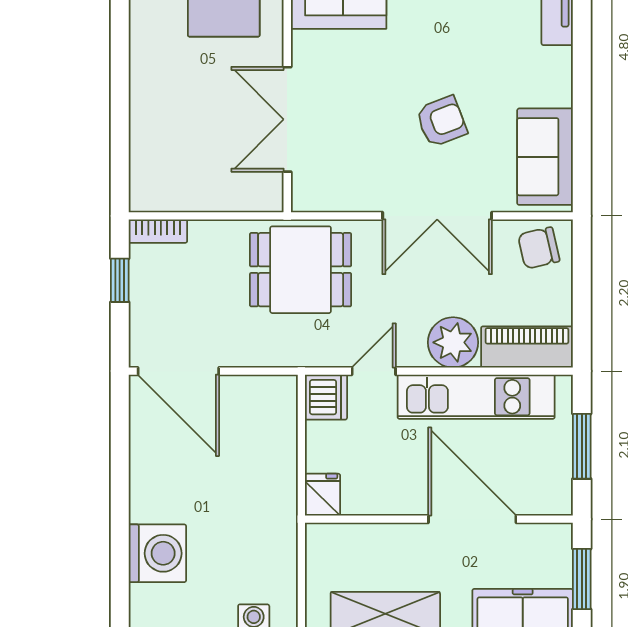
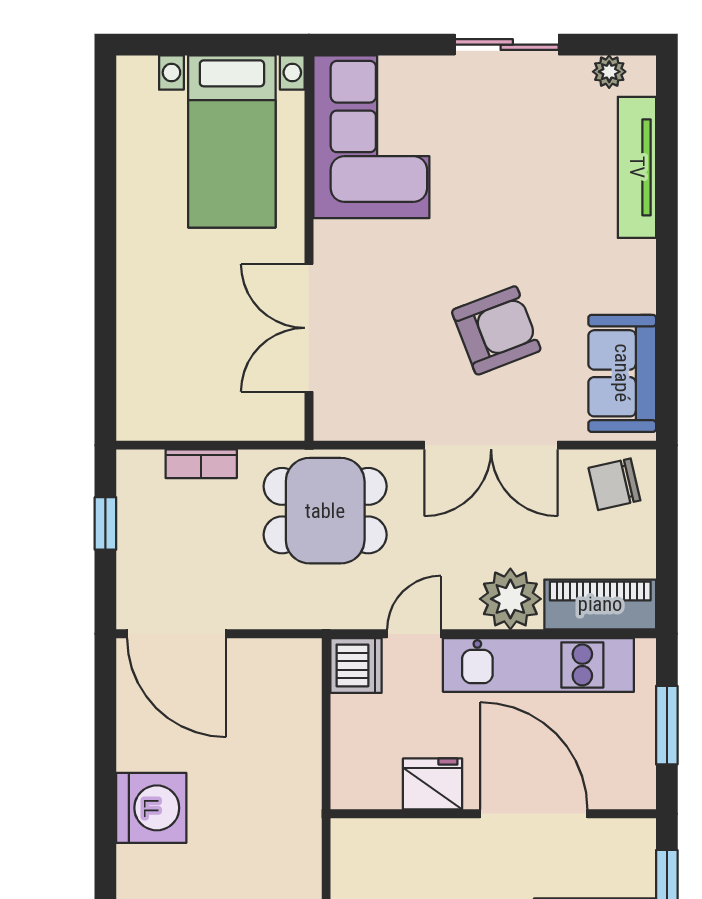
armchair: (441, 121) -> (496, 330), width x1.38, depth x1.38
bookcase: (158, 231) -> (201, 464), moved
fridge: (322, 495) -> (433, 784), moved, width x1.38
washing machine: (157, 553) -> (151, 808), moved

